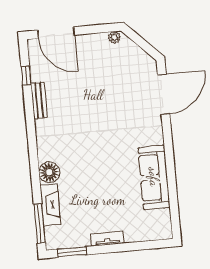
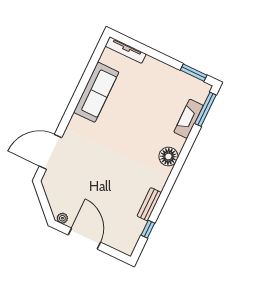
door: (56, 33) -> (84, 239), moved
floor lamp: (49, 172) -> (168, 157), moved
tv unit: (107, 239) -> (126, 50), moved, width x1.41

